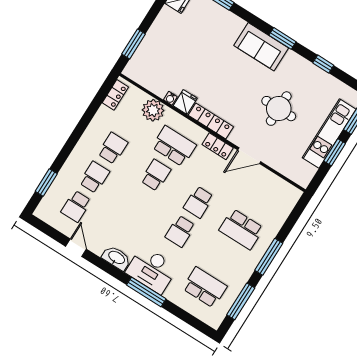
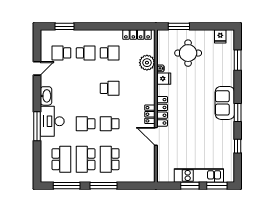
locker: (115, 95) -> (137, 35), width x1.53
round table: (279, 109) -> (188, 53), moved
locker: (211, 121) -> (162, 111), moved
school desk: (174, 146) -> (86, 159), moved, turned 180

